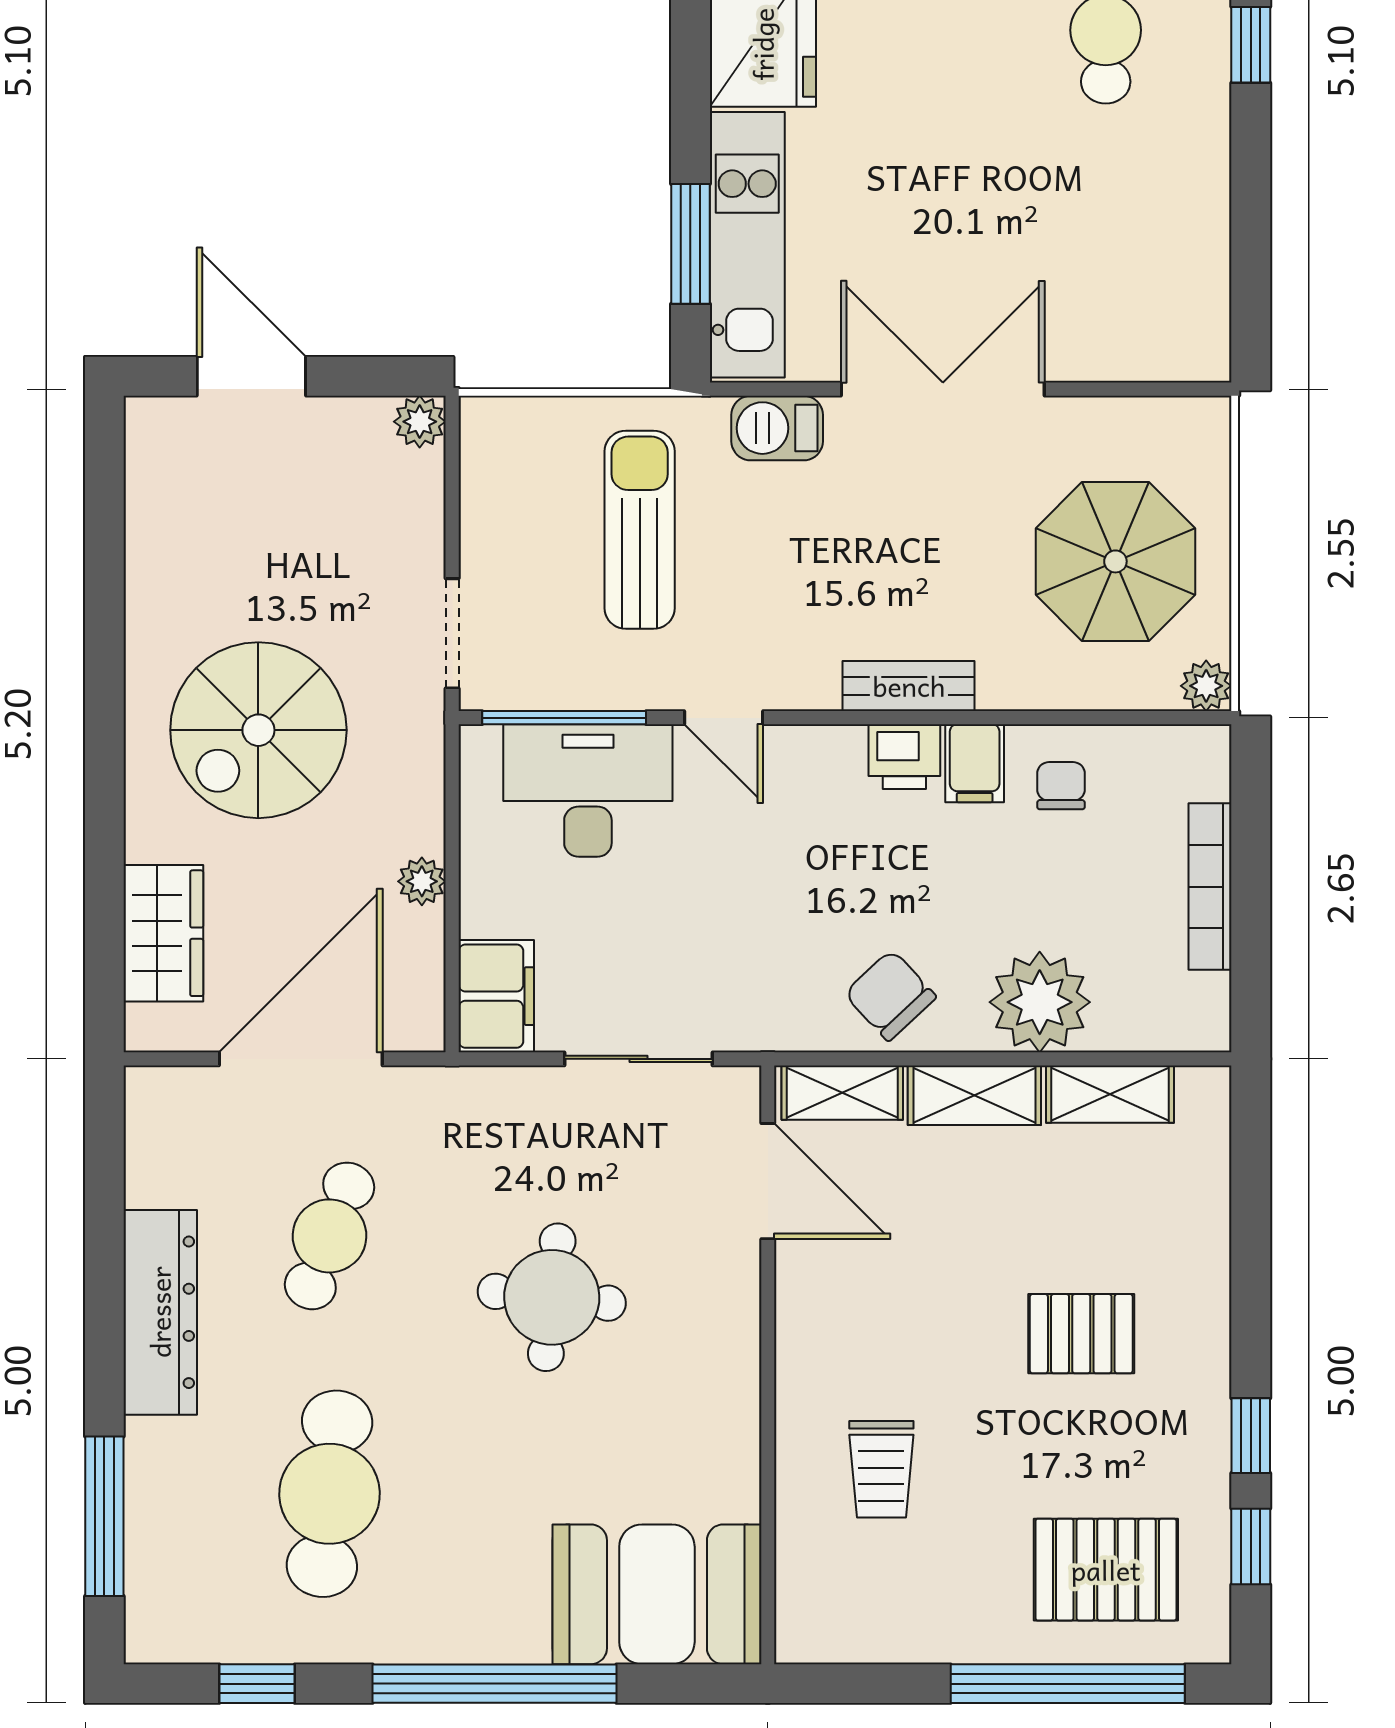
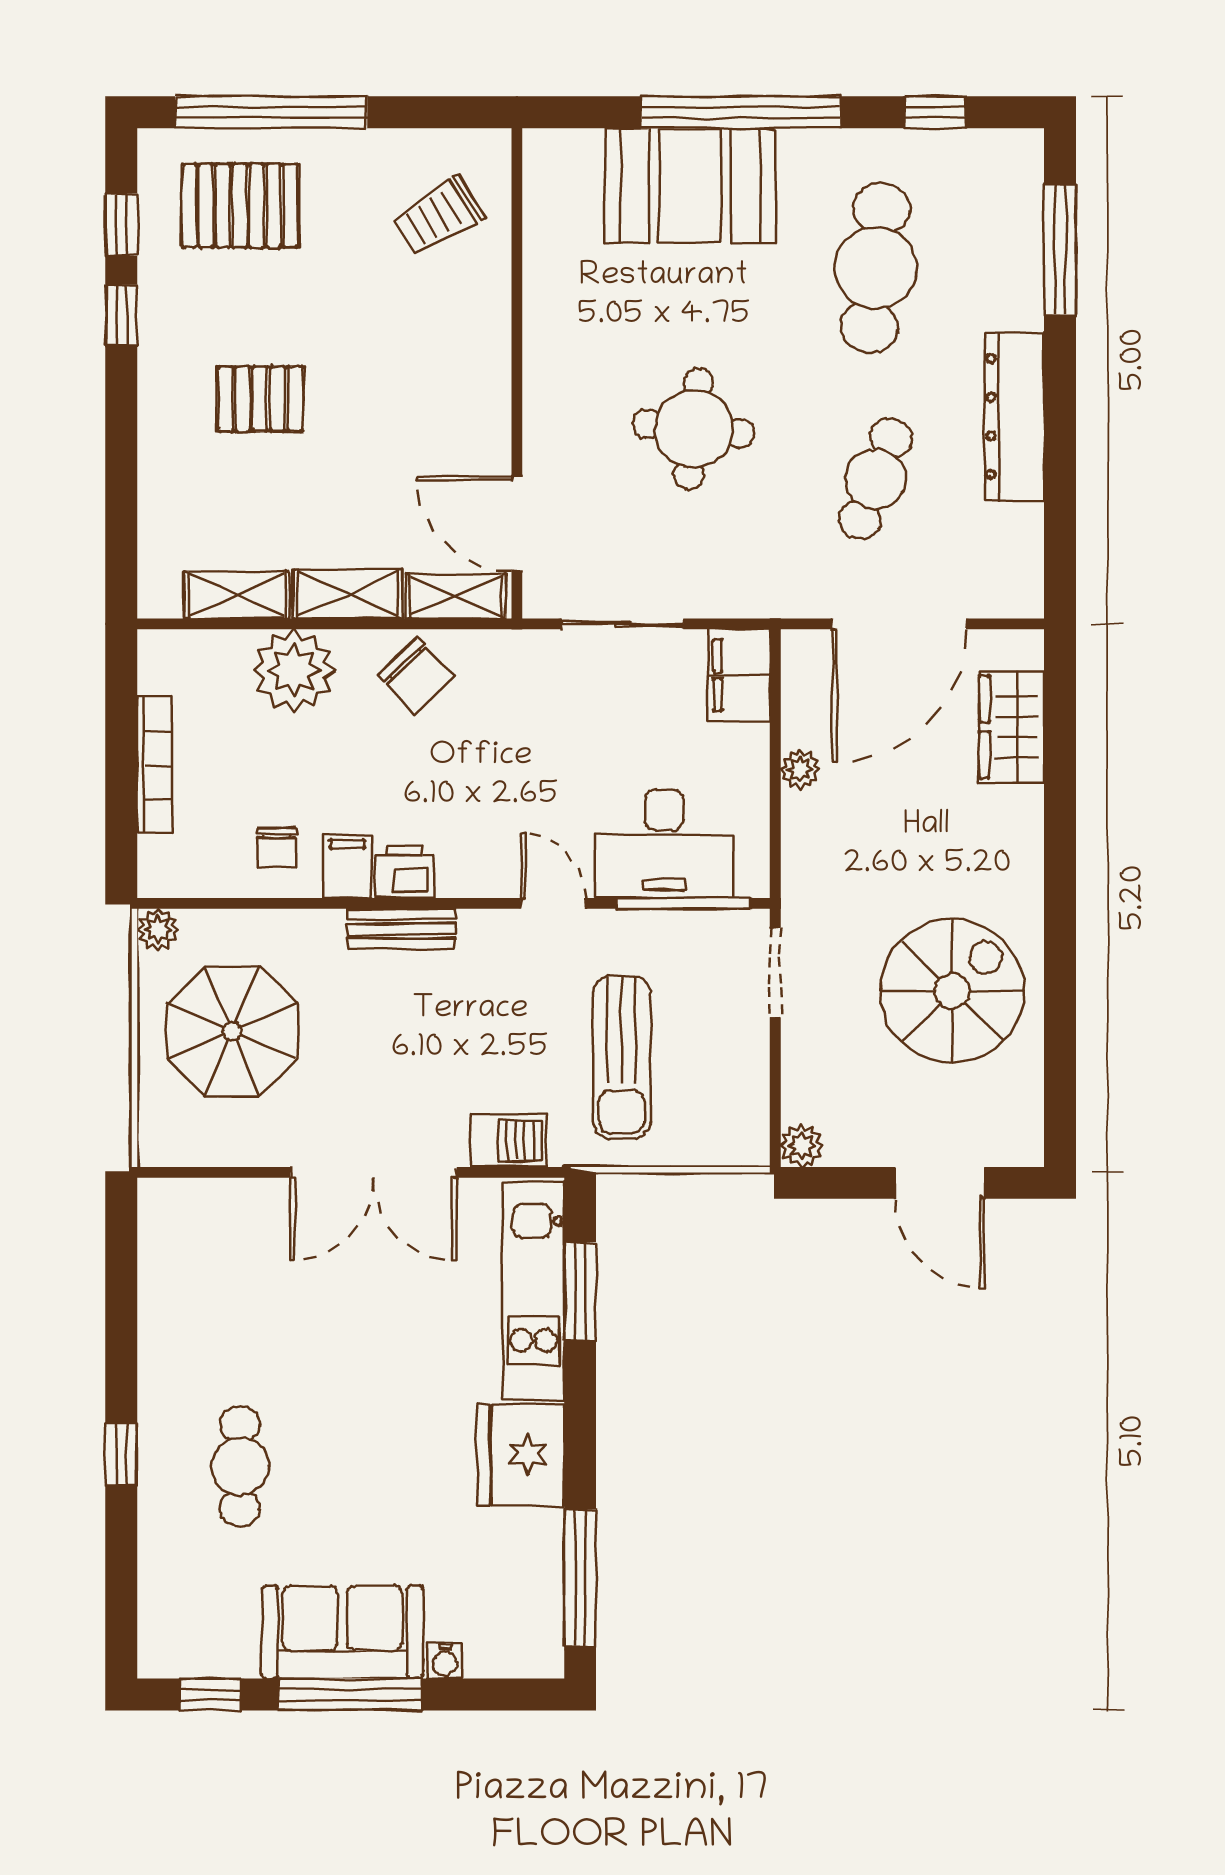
spiral stairs: (258, 730) -> (952, 991), moved
trolley: (881, 1469) -> (438, 216), moved, turned -121
booth: (657, 1594) -> (690, 185), moved

